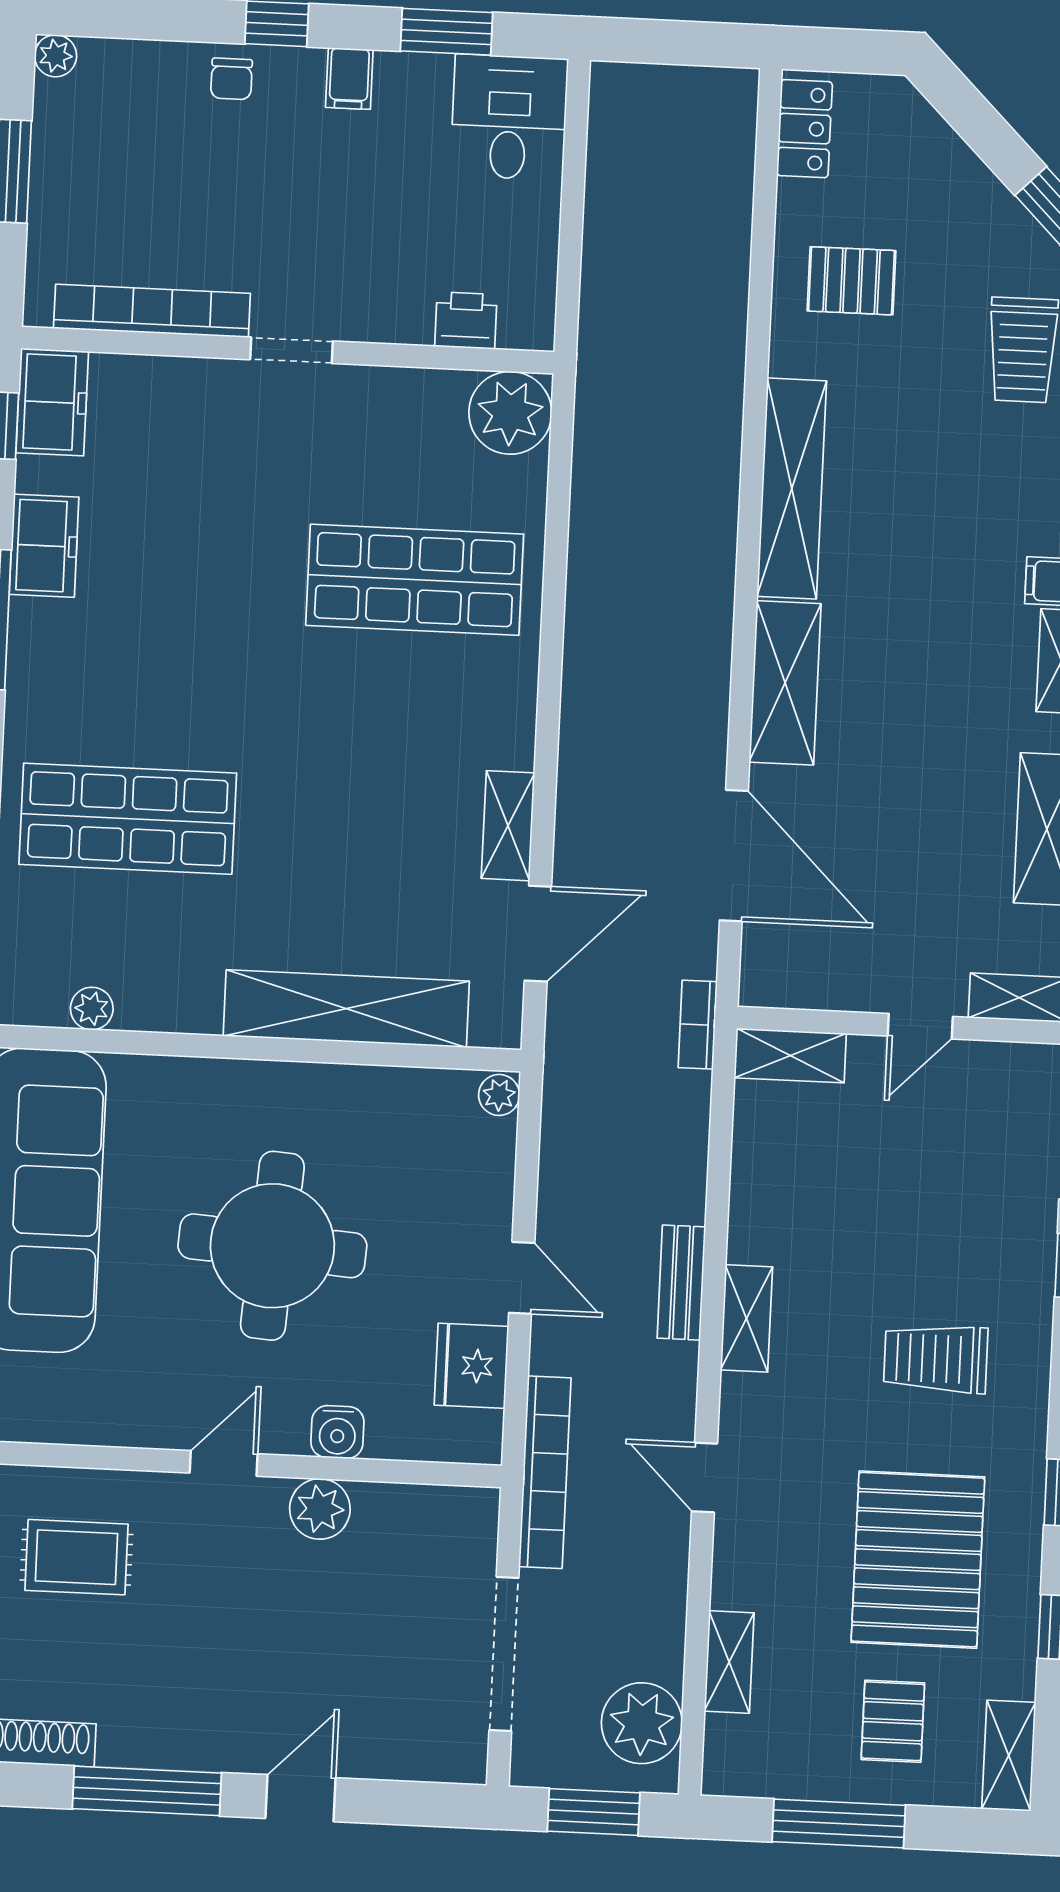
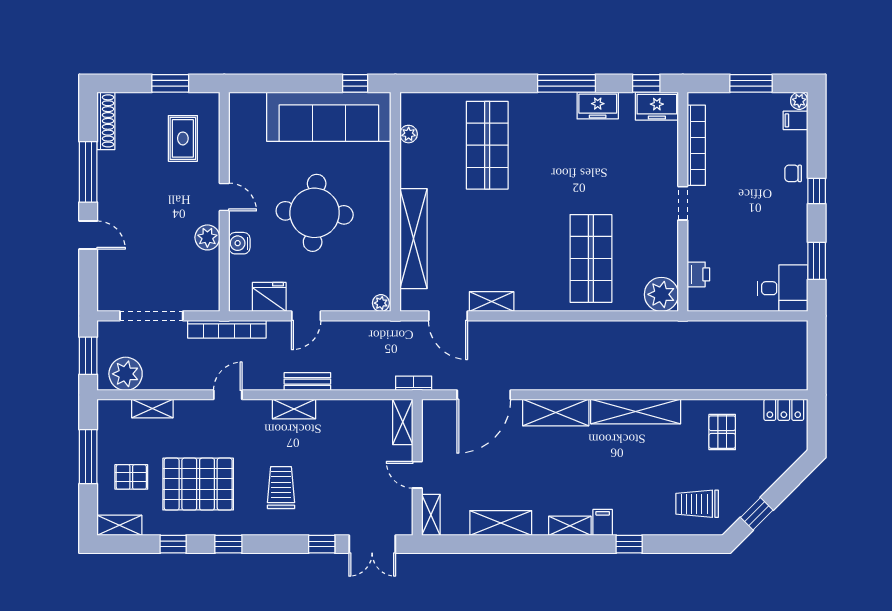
filing cabinet: (349, 79) -> (796, 120), moved

